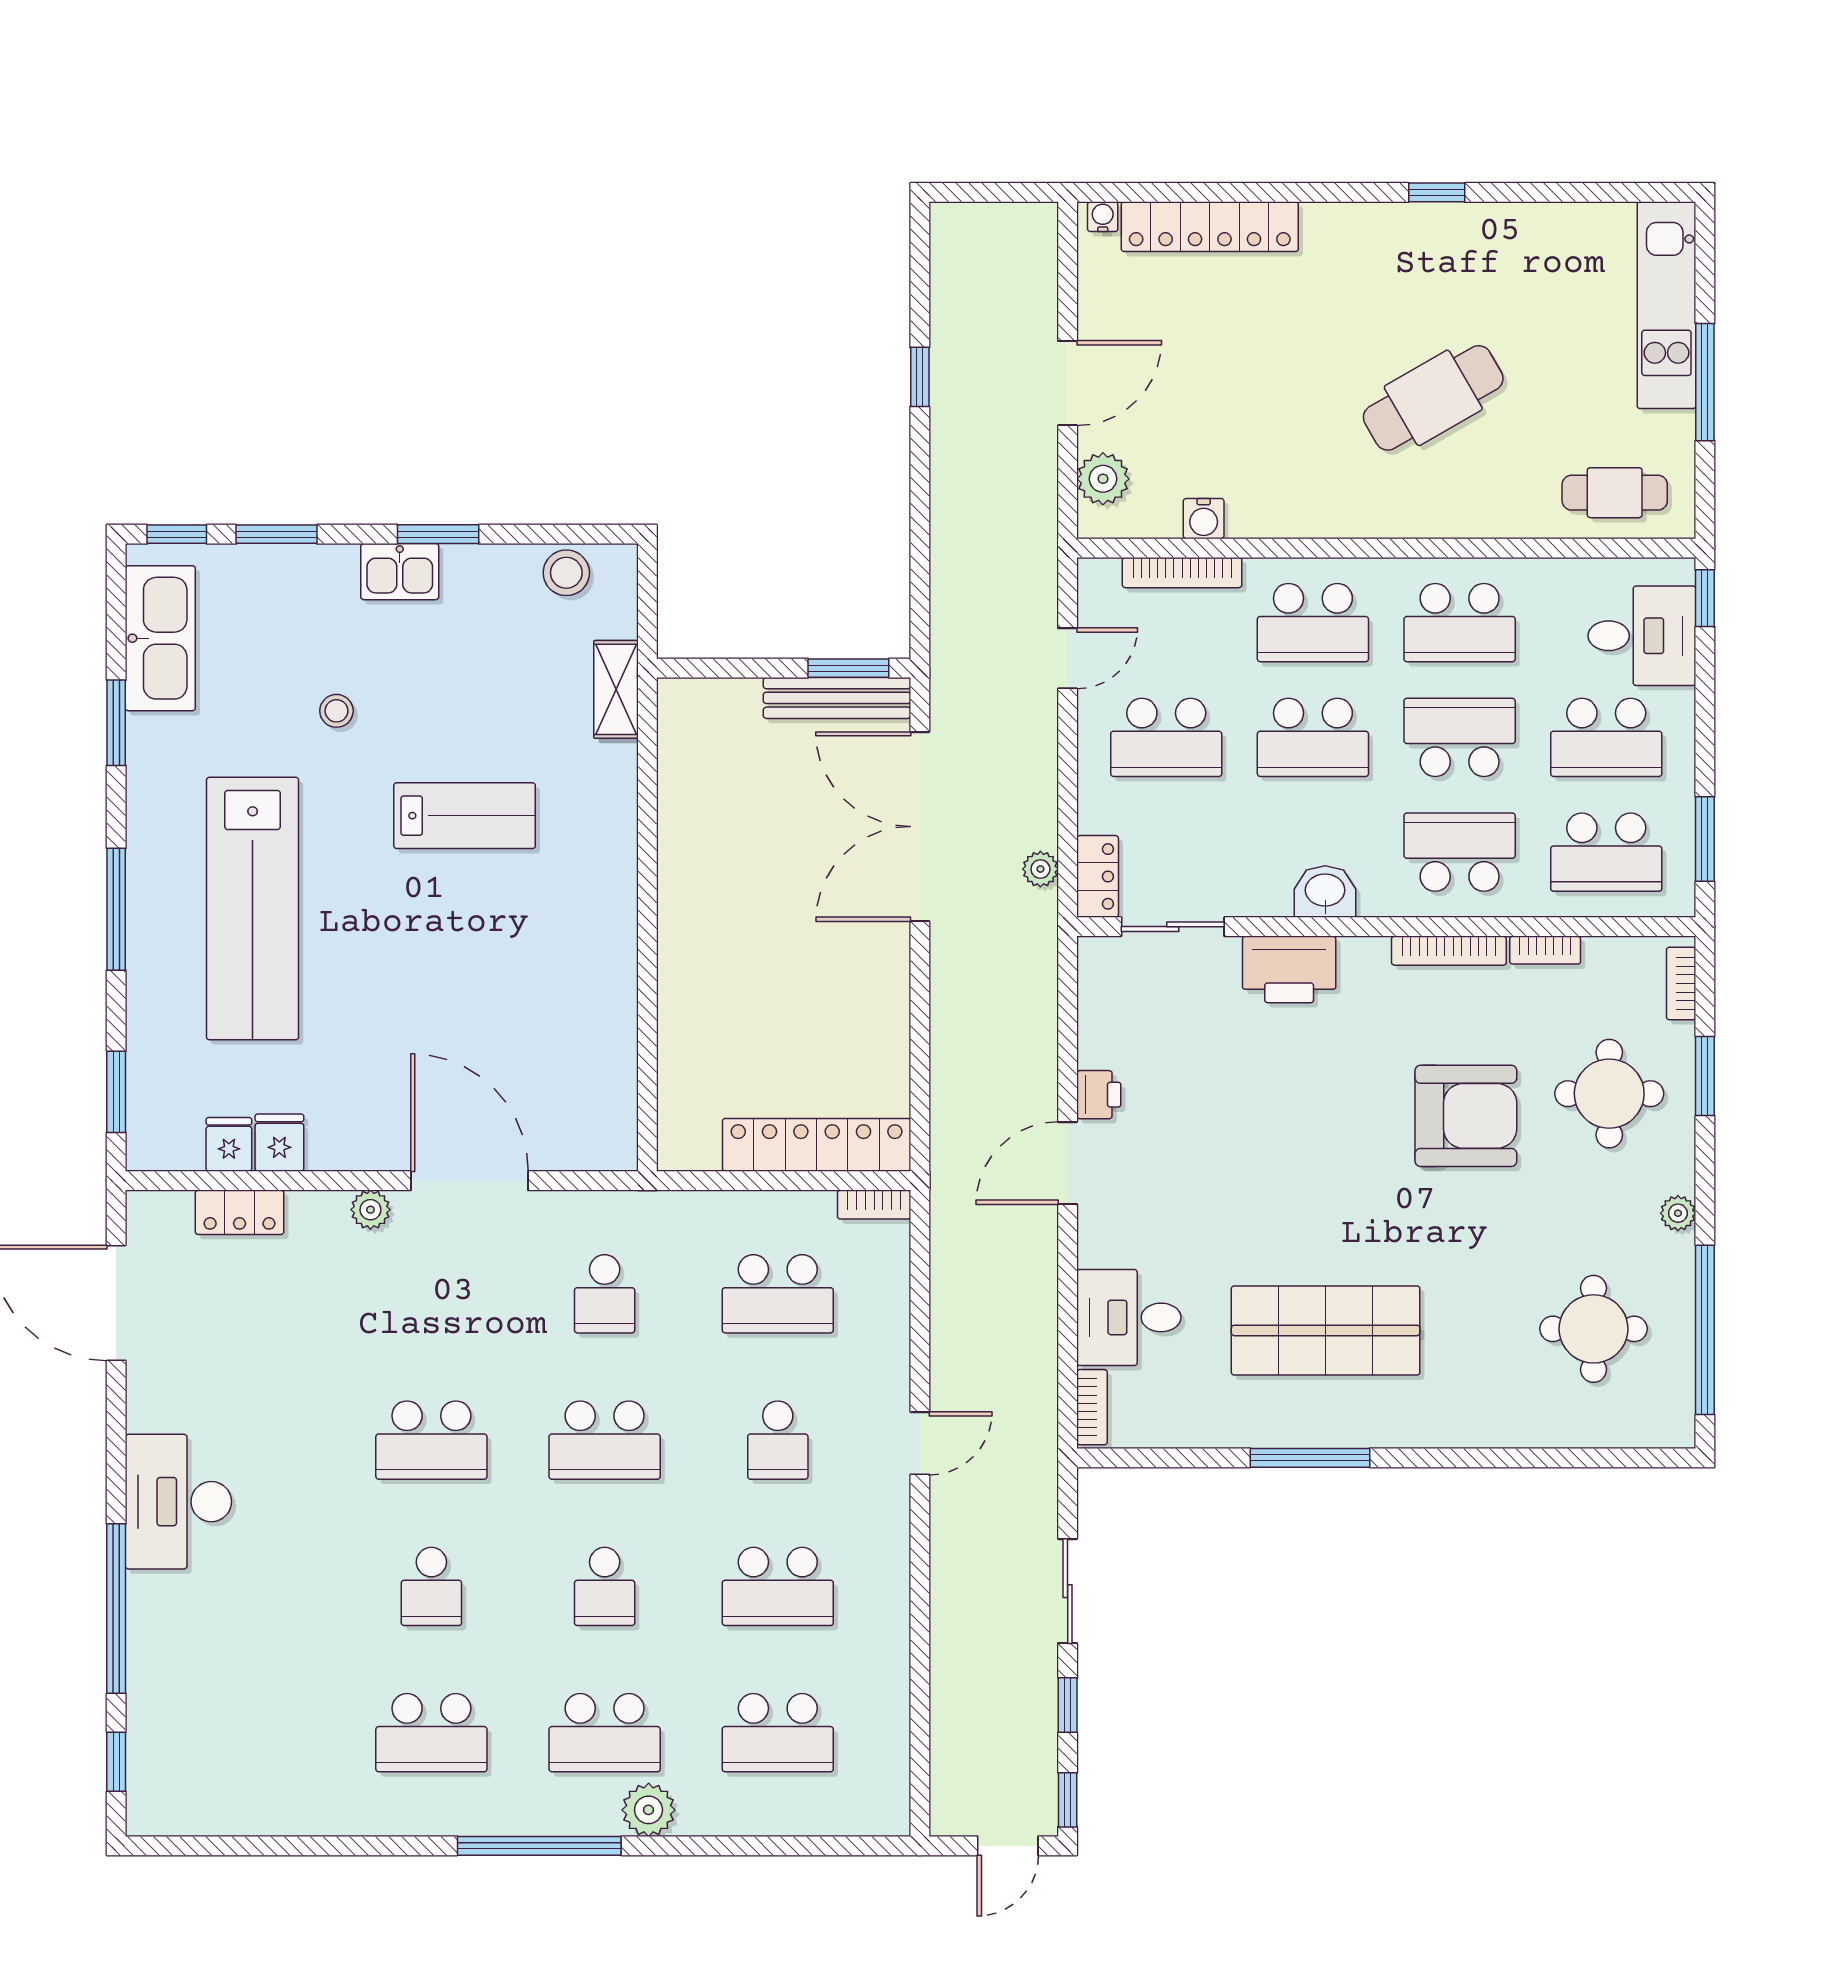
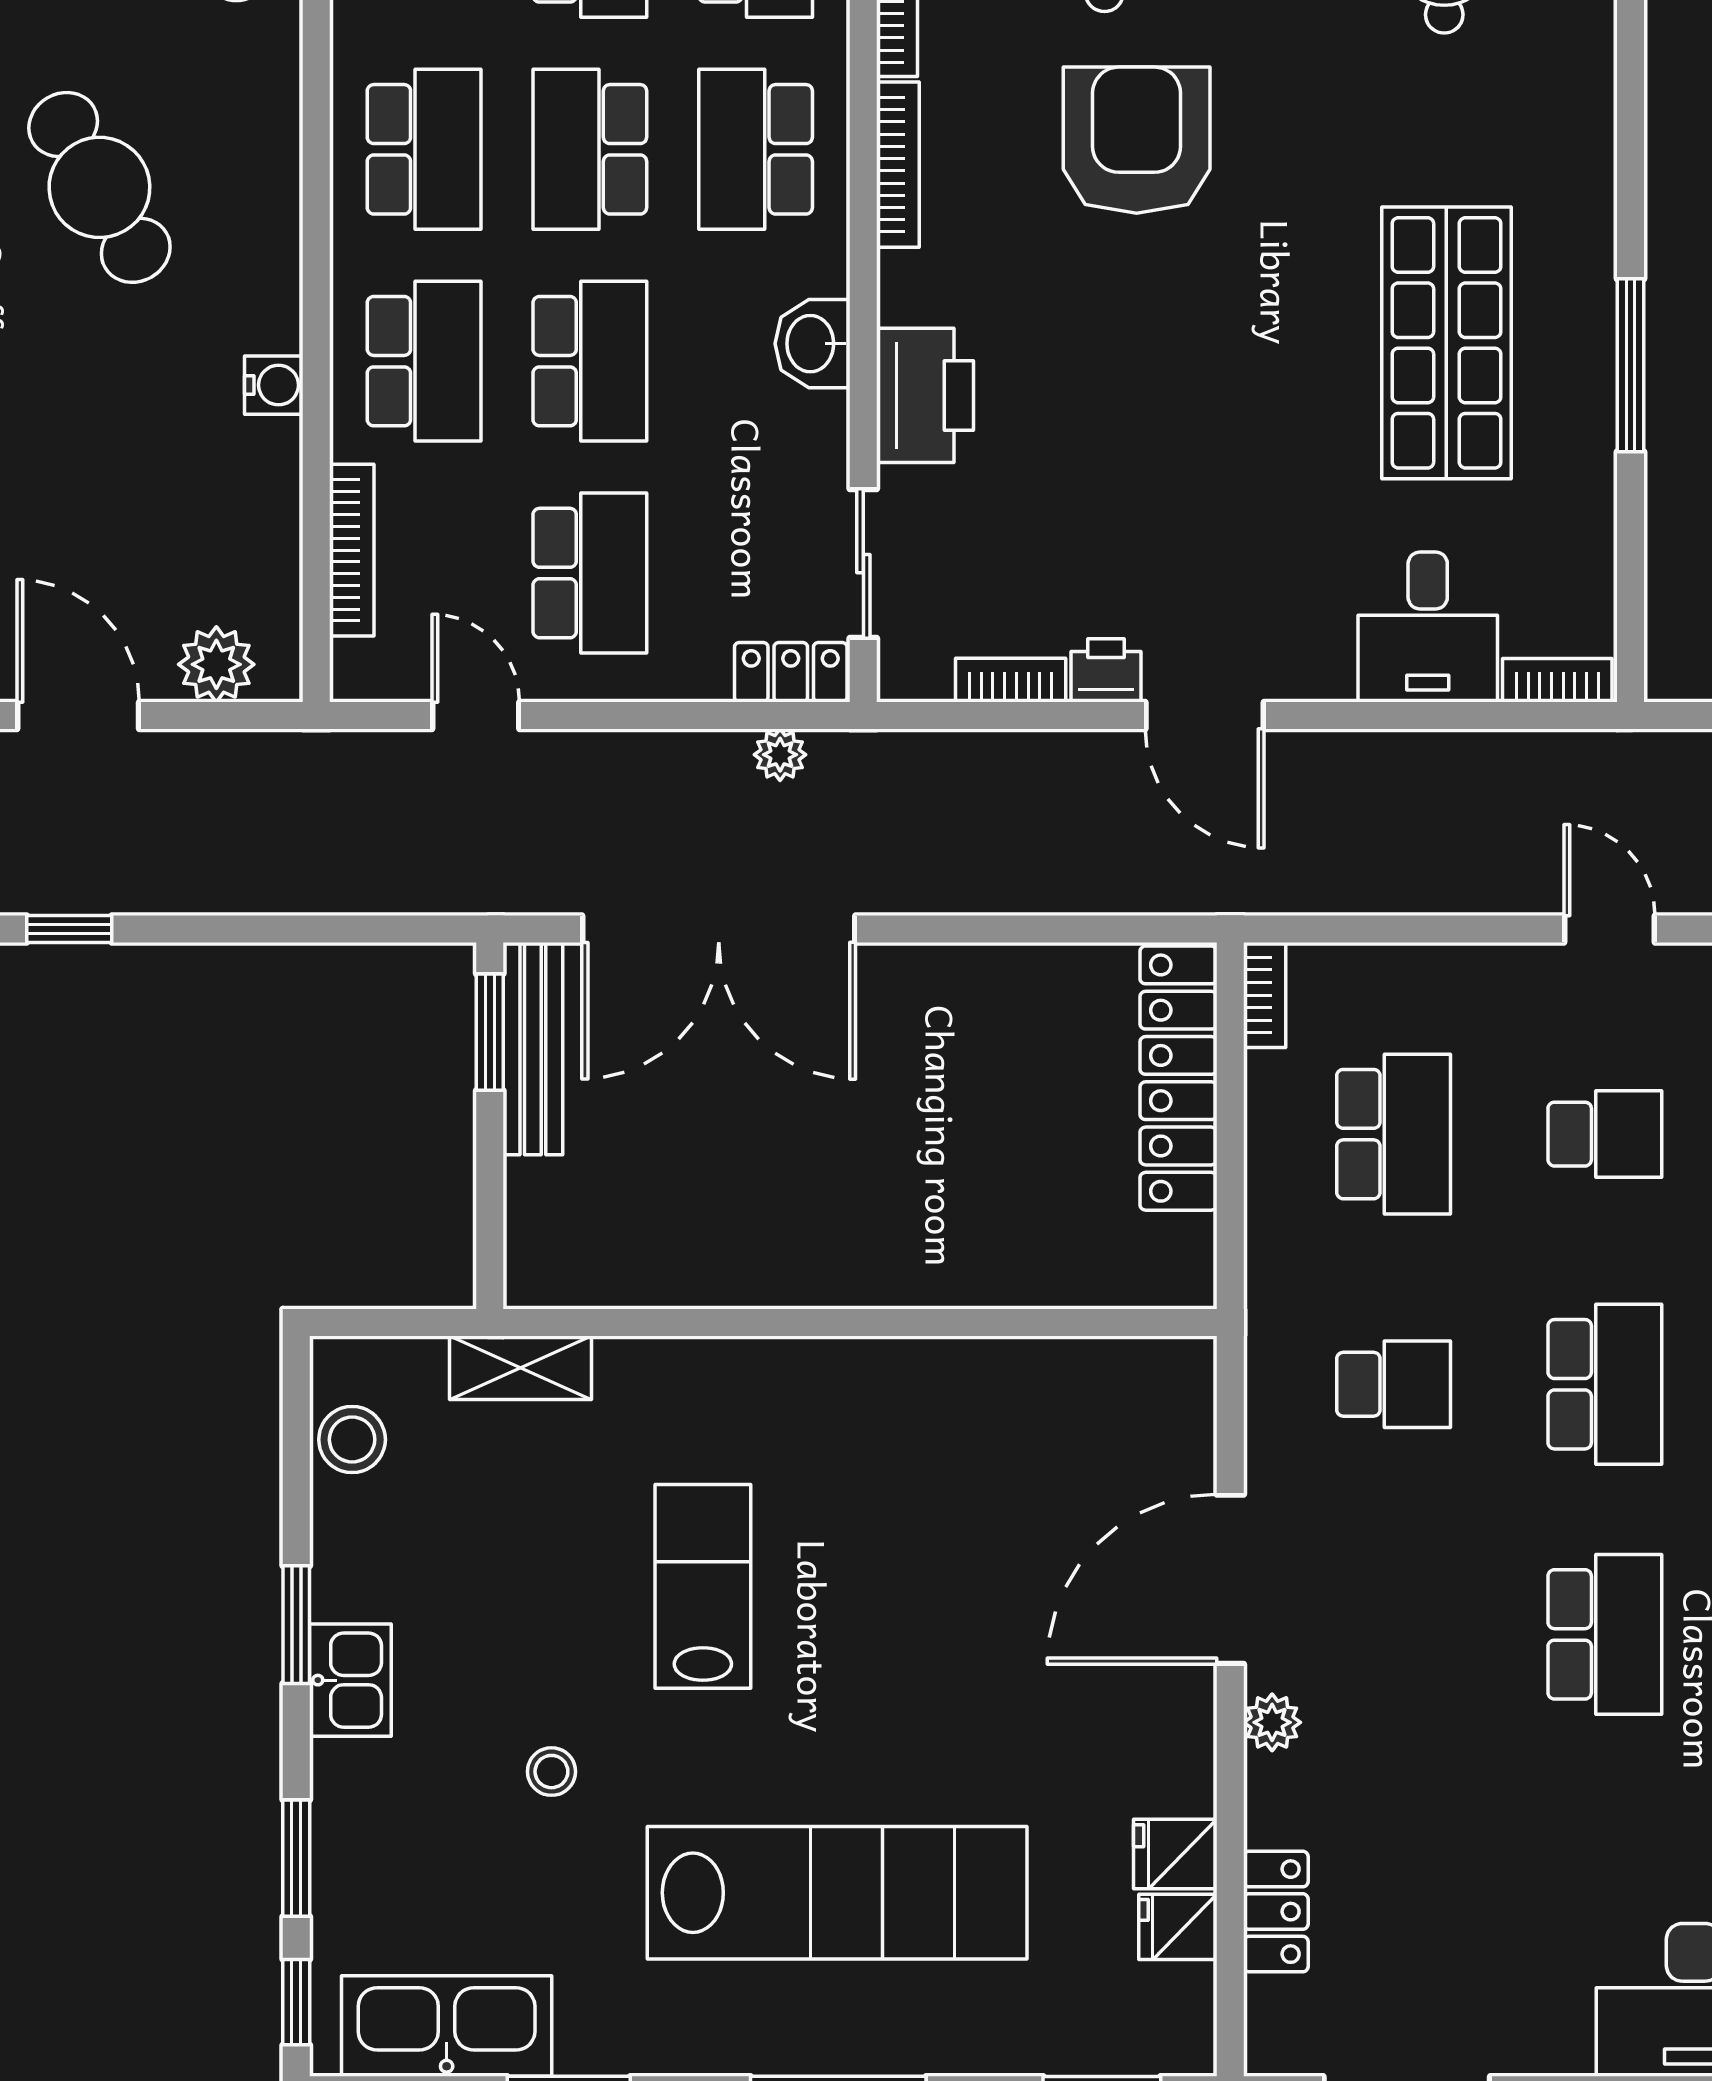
water cooler: (1204, 519) -> (274, 385), moved
bookcase: (1092, 1029) -> (1011, 680), added

